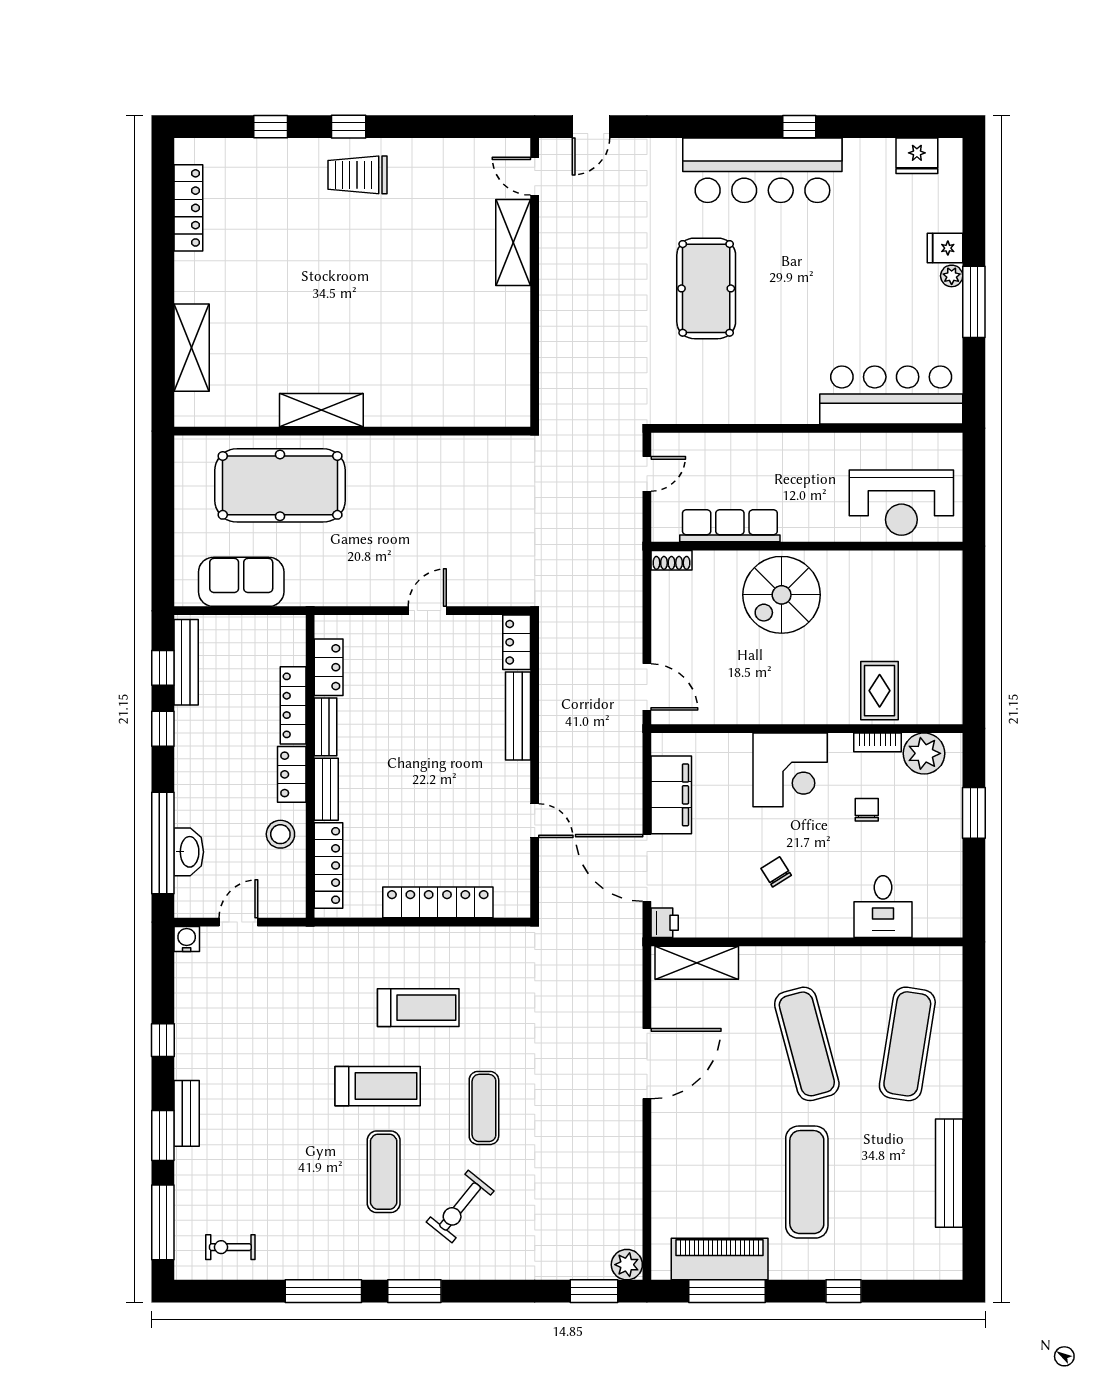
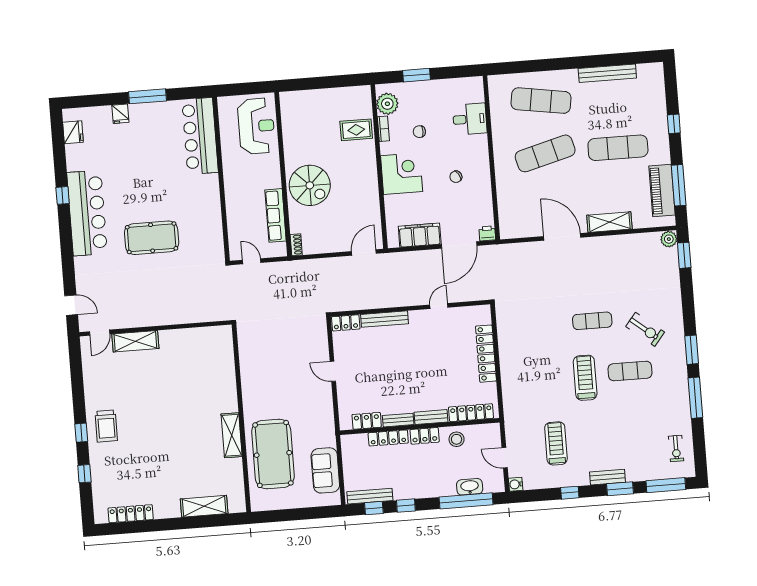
plant: (952, 276) -> (135, 109), removed
shelving: (697, 963) -> (609, 222), moved, turned 90
treadmill: (418, 1008) -> (556, 443), moved

